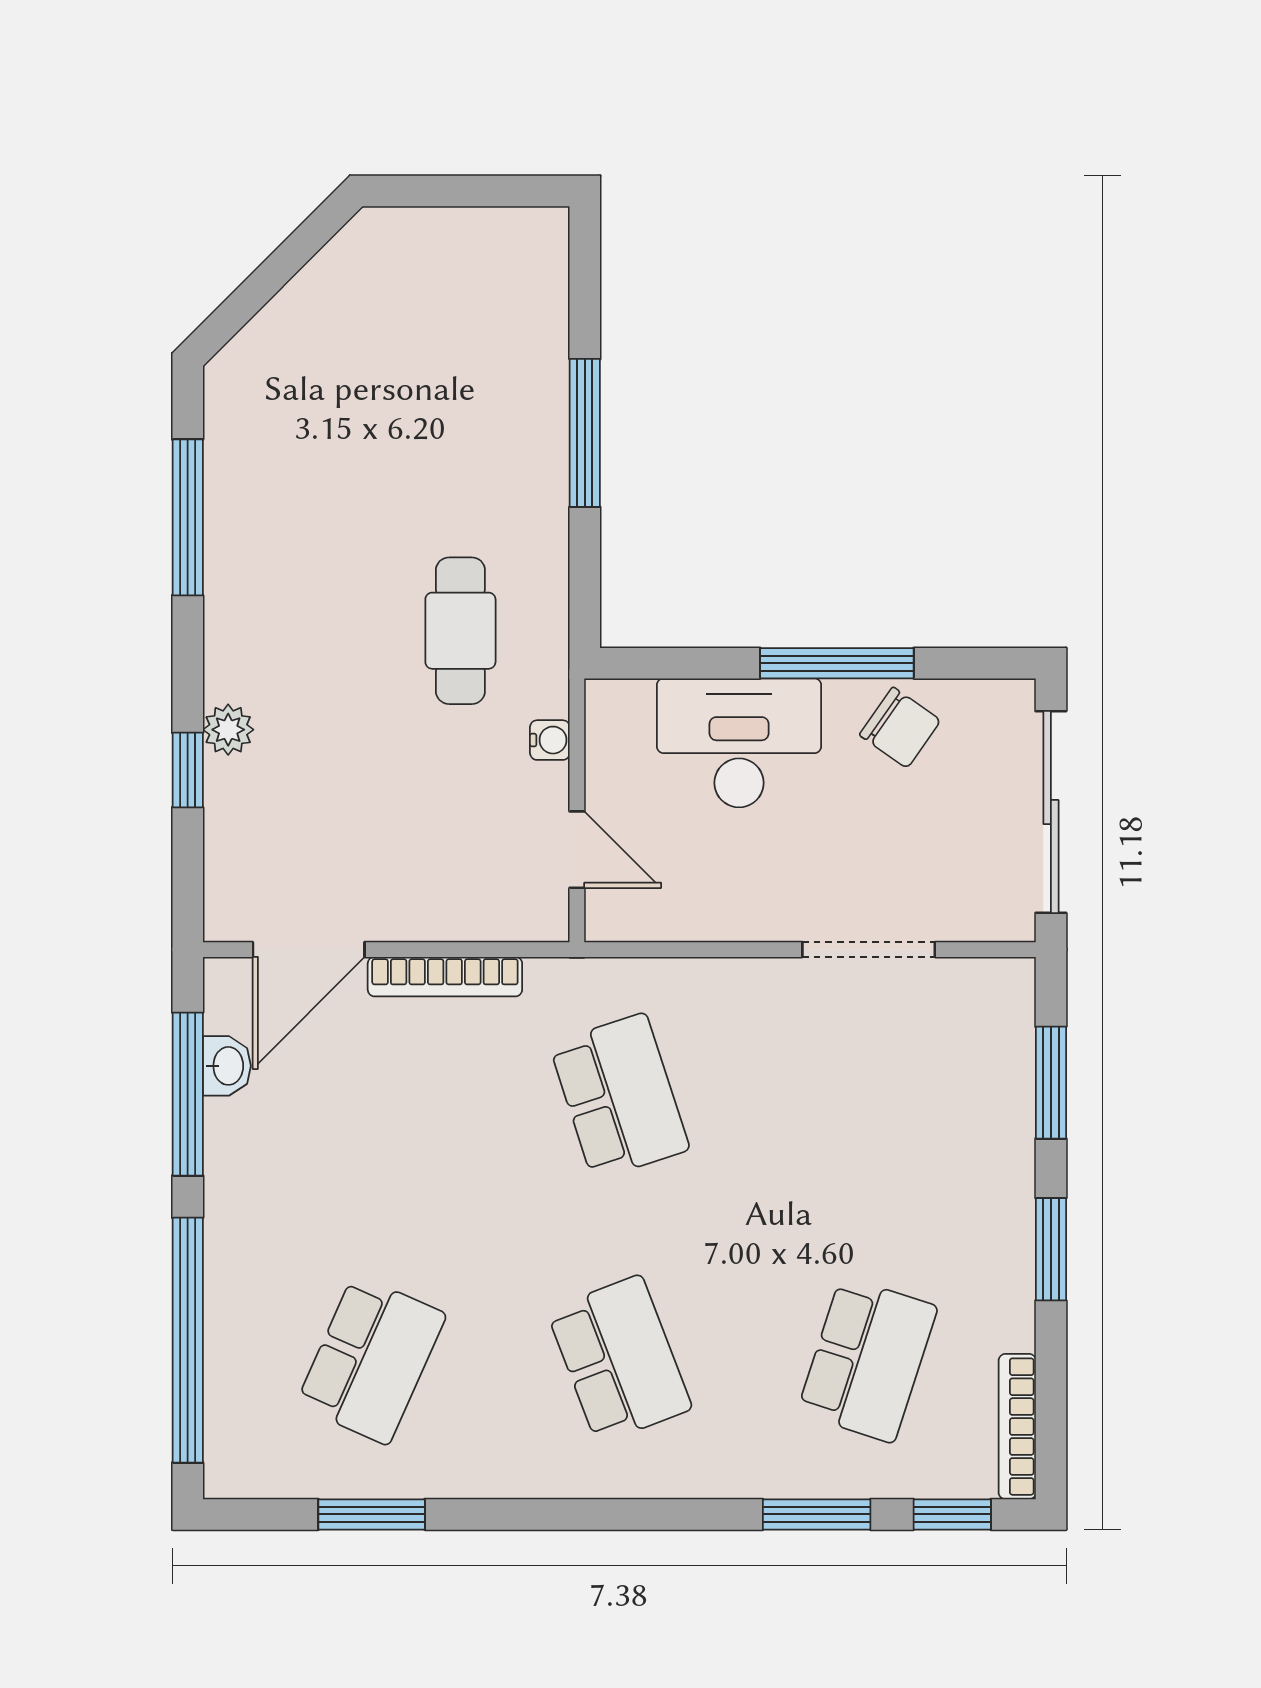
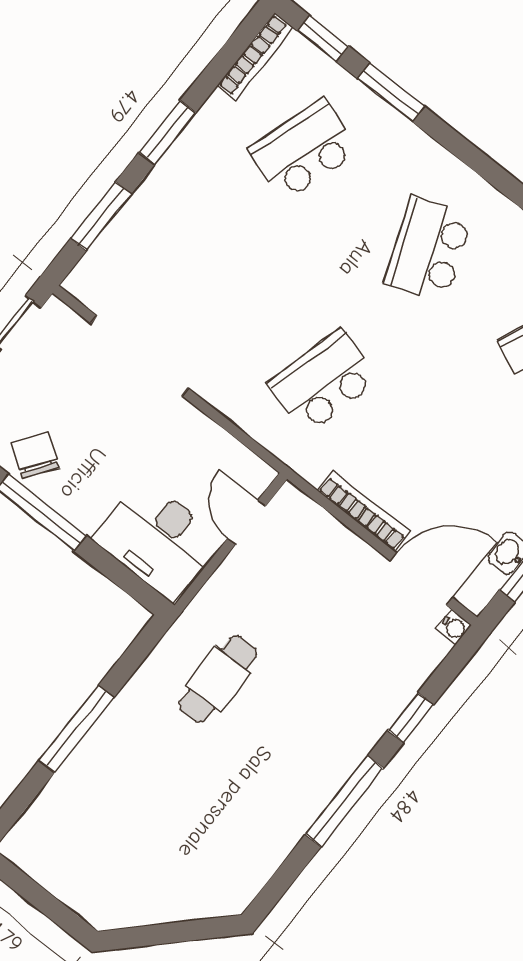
window: (188, 517) -> (344, 801), moved
plant: (228, 730) -> (374, 722), removed
water cooler: (550, 740) -> (454, 627), moved, turned 180
desk: (739, 743) -> (158, 539), moved
doorway: (869, 950) -> (140, 356), width x1.36
school desk: (619, 1097) -> (324, 381), turned 33

